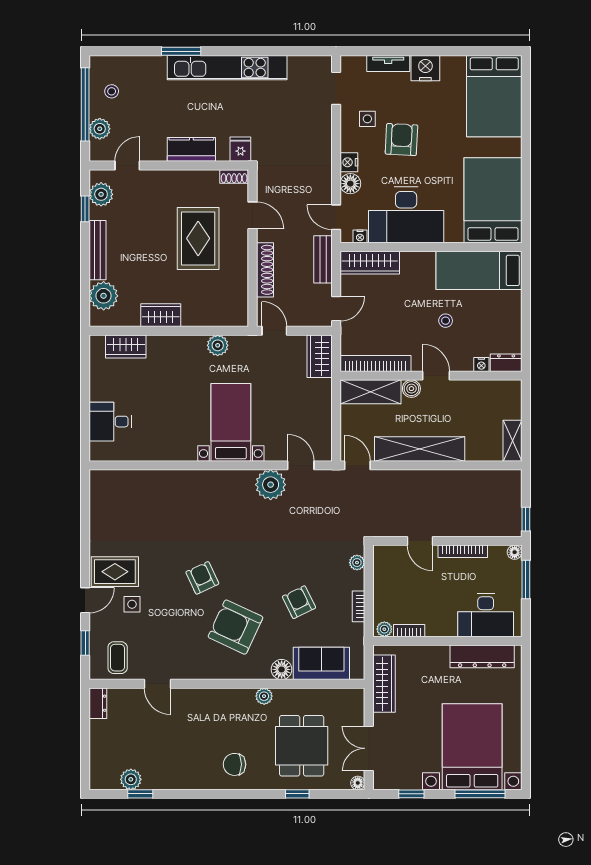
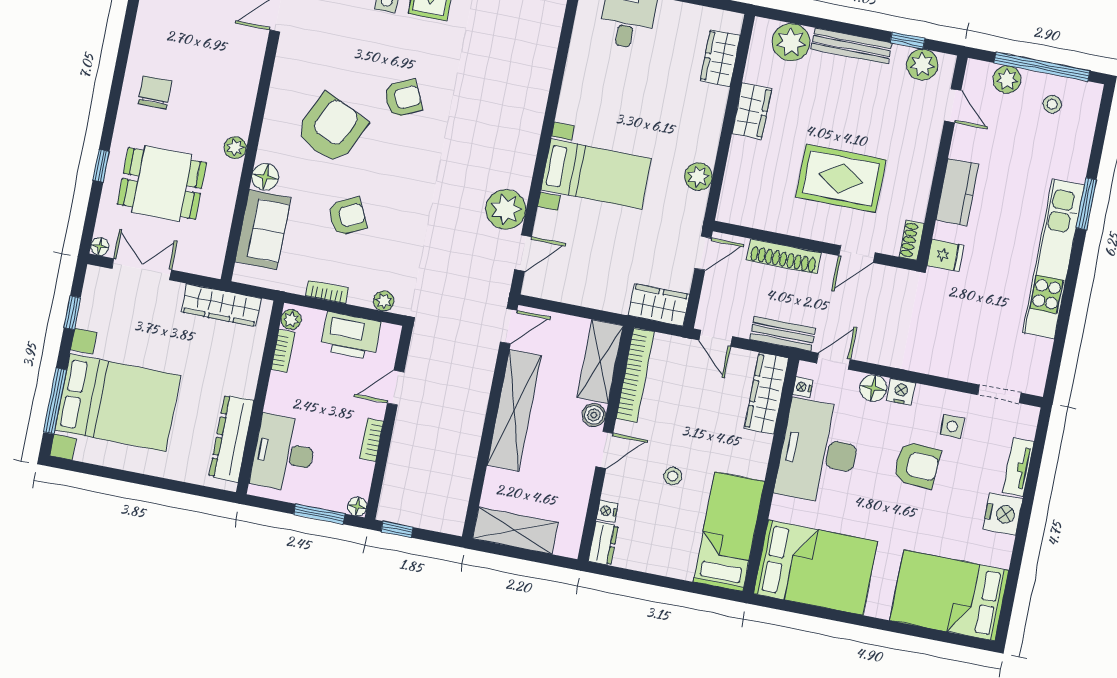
shelving: (513, 441) -> (515, 531), width x1.50, depth x1.33
bookcase: (463, 551) -> (372, 440), width x0.64
printer: (388, 582) -> (351, 336), added

